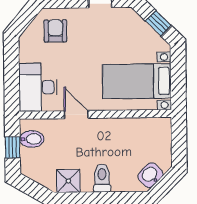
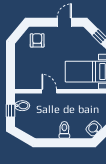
desk: (38, 87) -> (26, 74), removed
shower: (68, 181) -> (44, 131), removed

